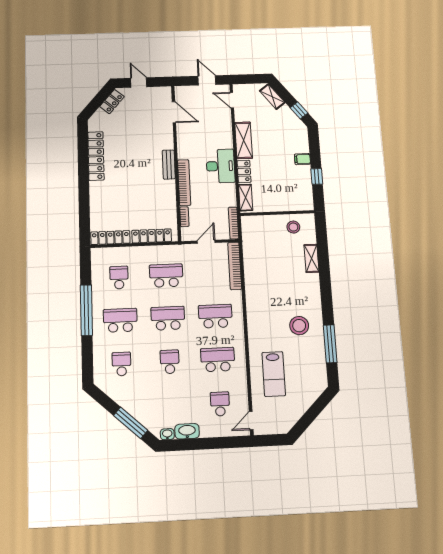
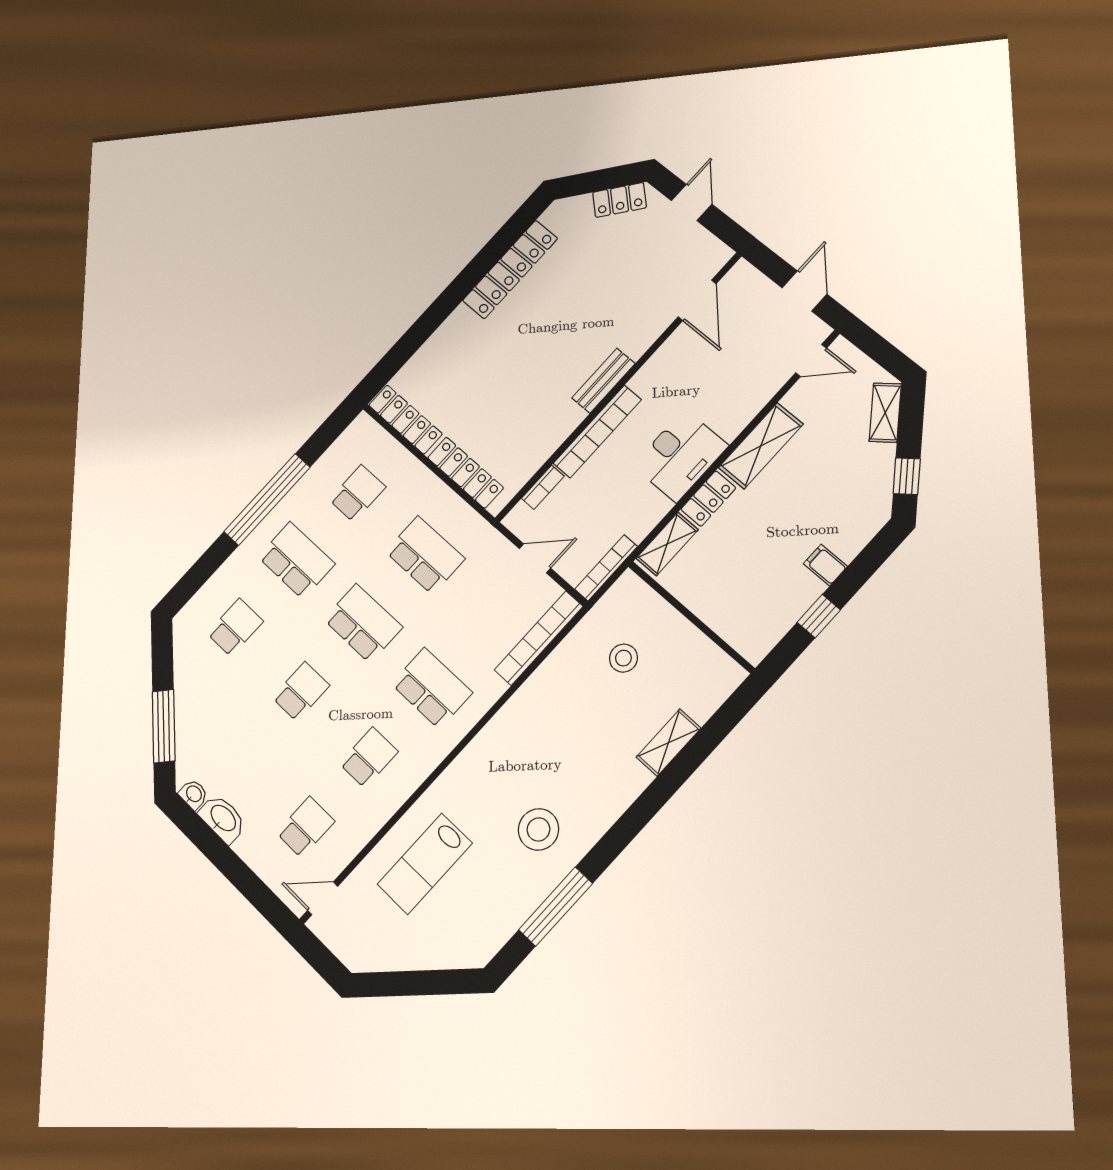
door: (232, 100) -> (811, 360), swing flipped
stool: (293, 227) -> (623, 658), moved
school desk: (218, 360) -> (369, 758), width x0.54

